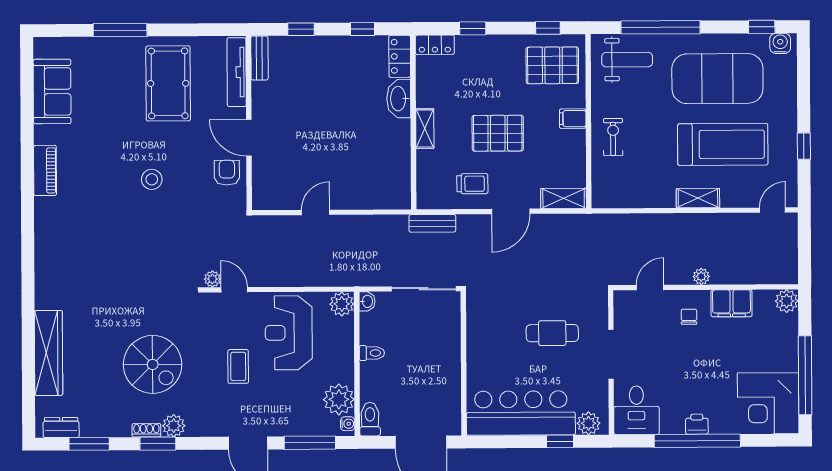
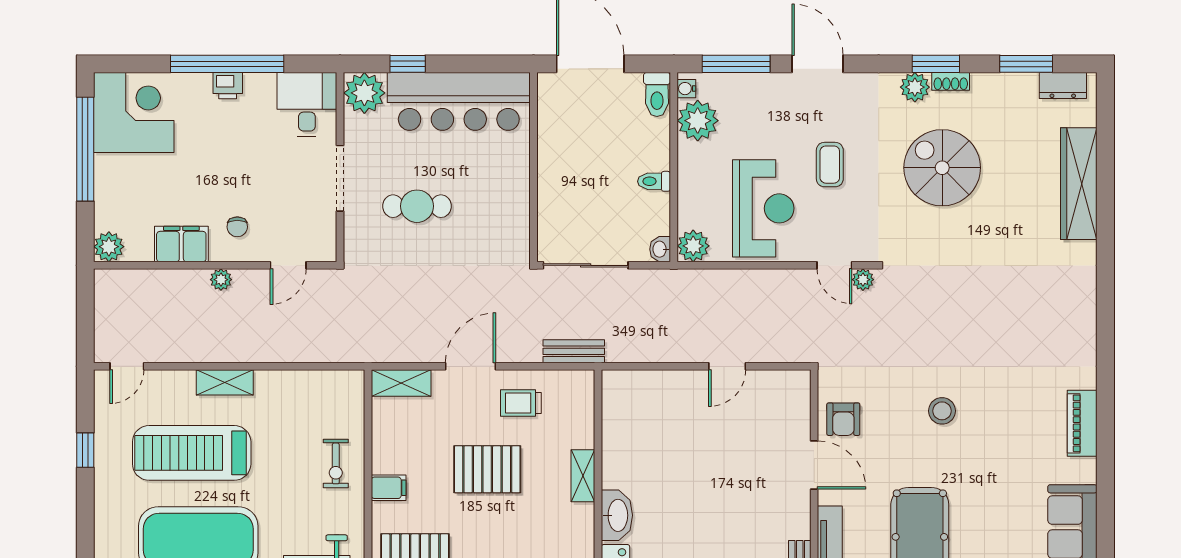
plant: (589, 423) -> (364, 93), width x1.36, depth x1.36

